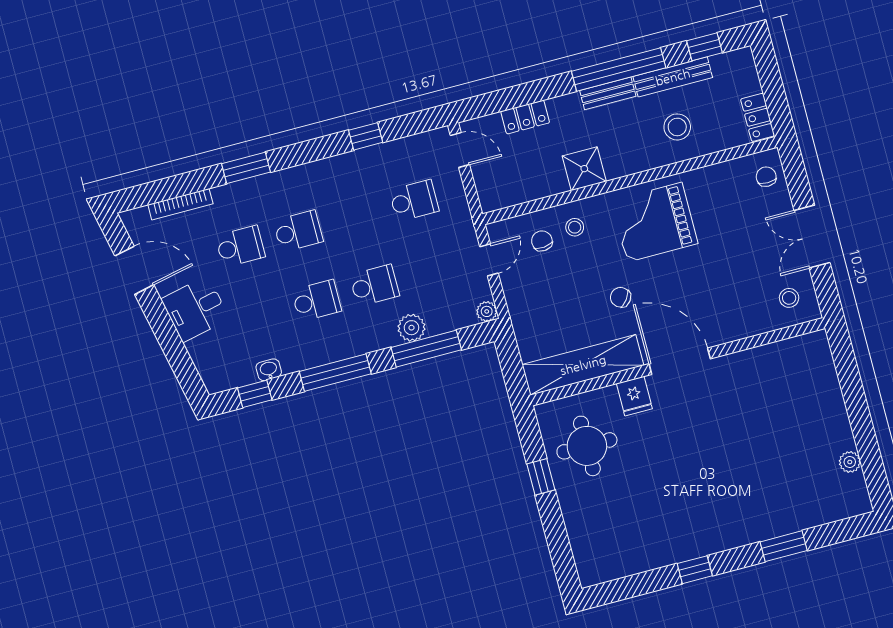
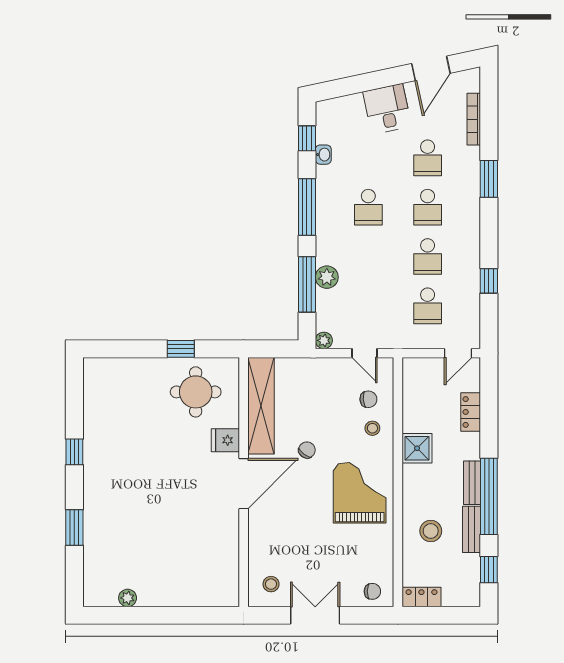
bench: (673, 77) -> (471, 529), width x0.73
school desk: (374, 285) -> (428, 257), moved

